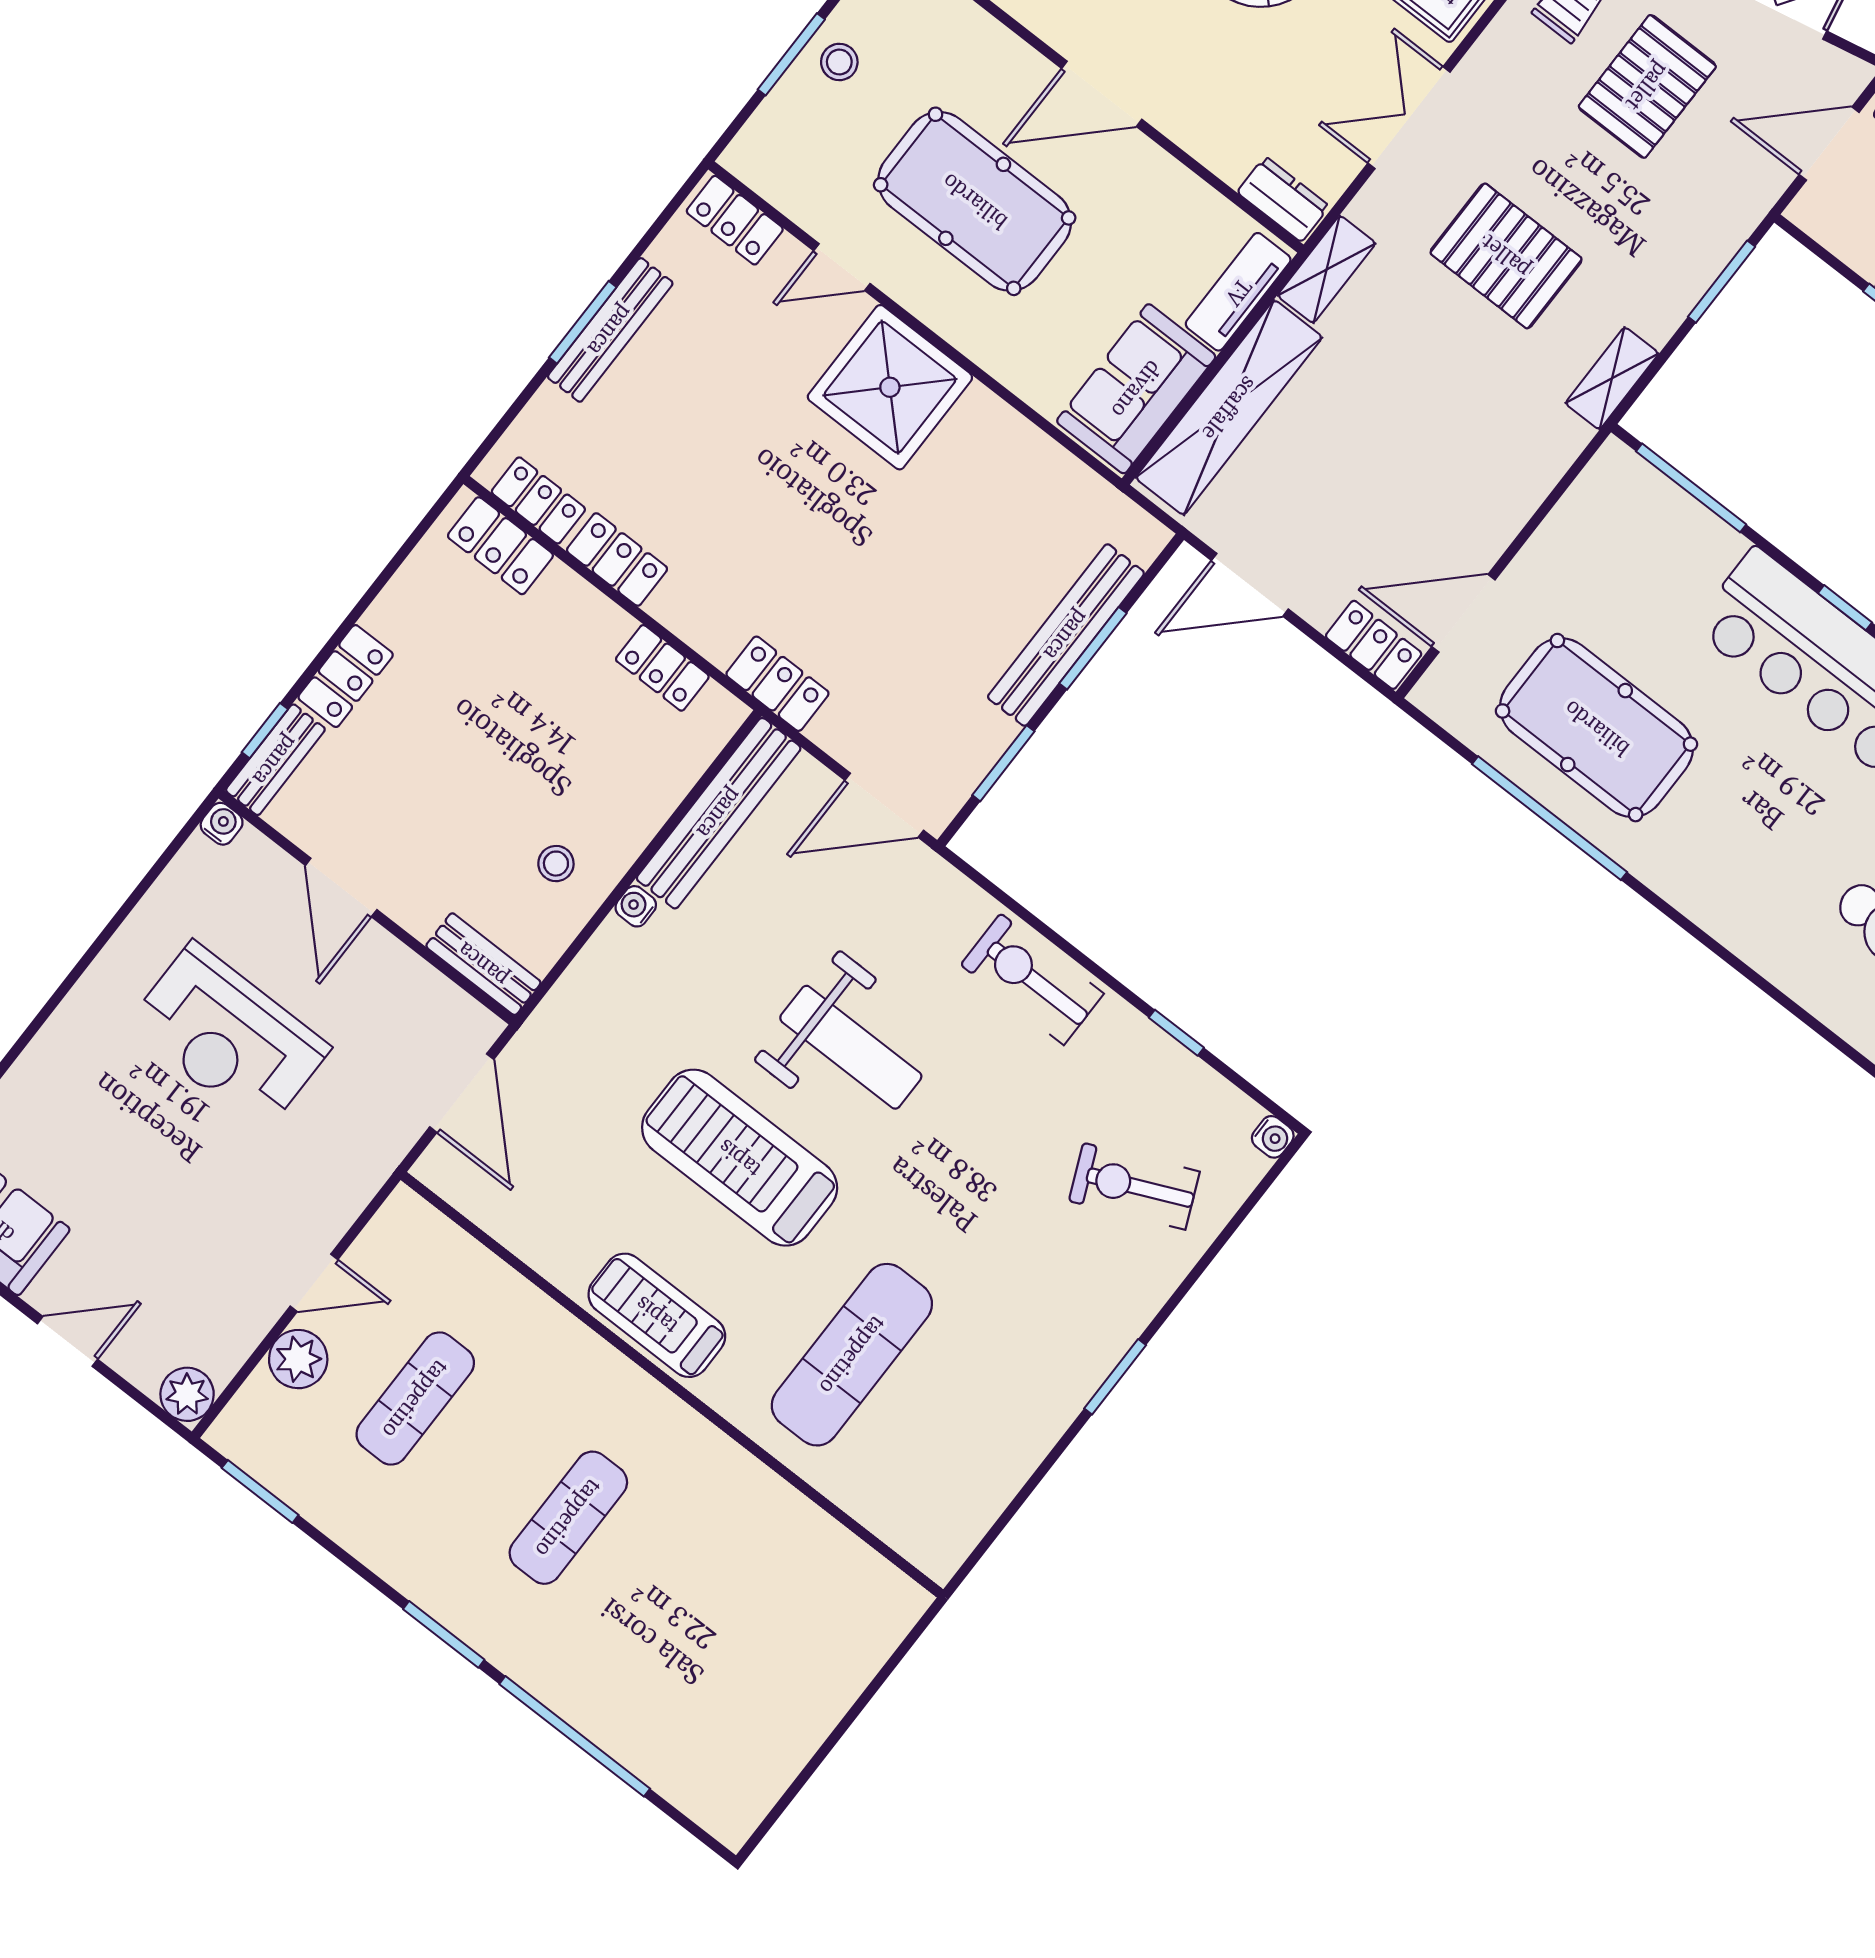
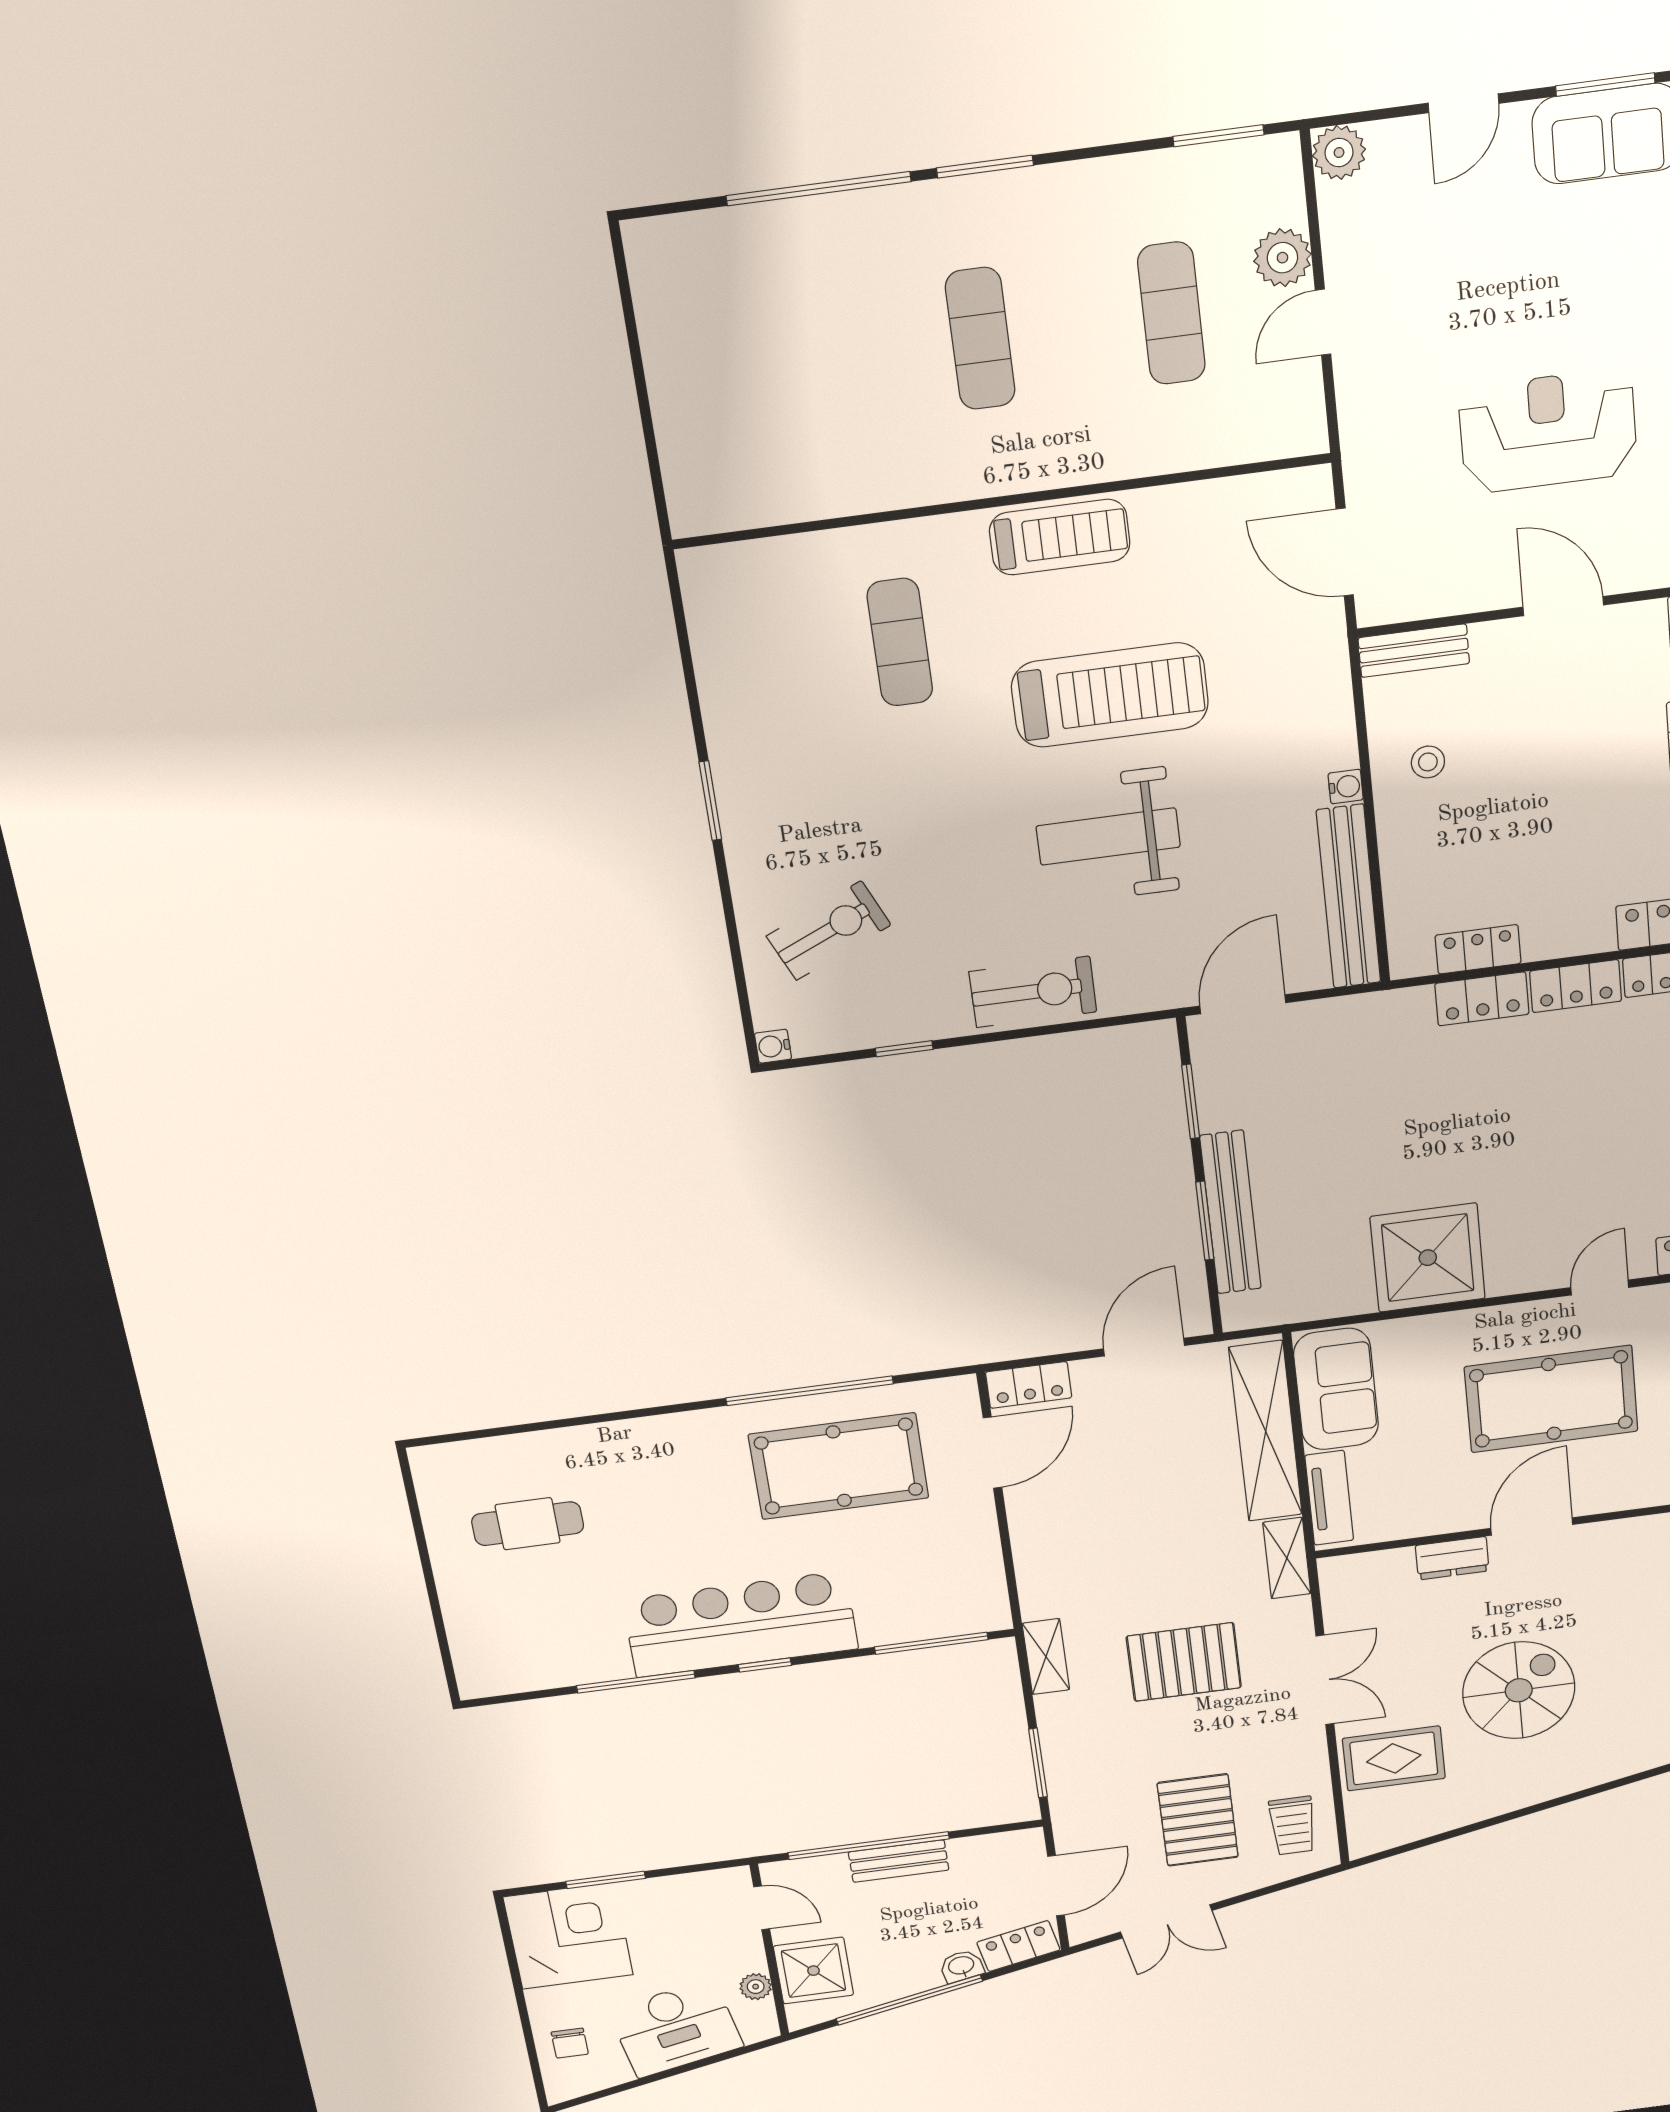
dresser: (1283, 199) -> (1452, 1558), moved
shower: (890, 387) -> (1428, 1258), moved
locker: (777, 684) -> (1482, 999), moved
exercise mat: (852, 1355) -> (900, 642), width x0.73, depth x0.69

